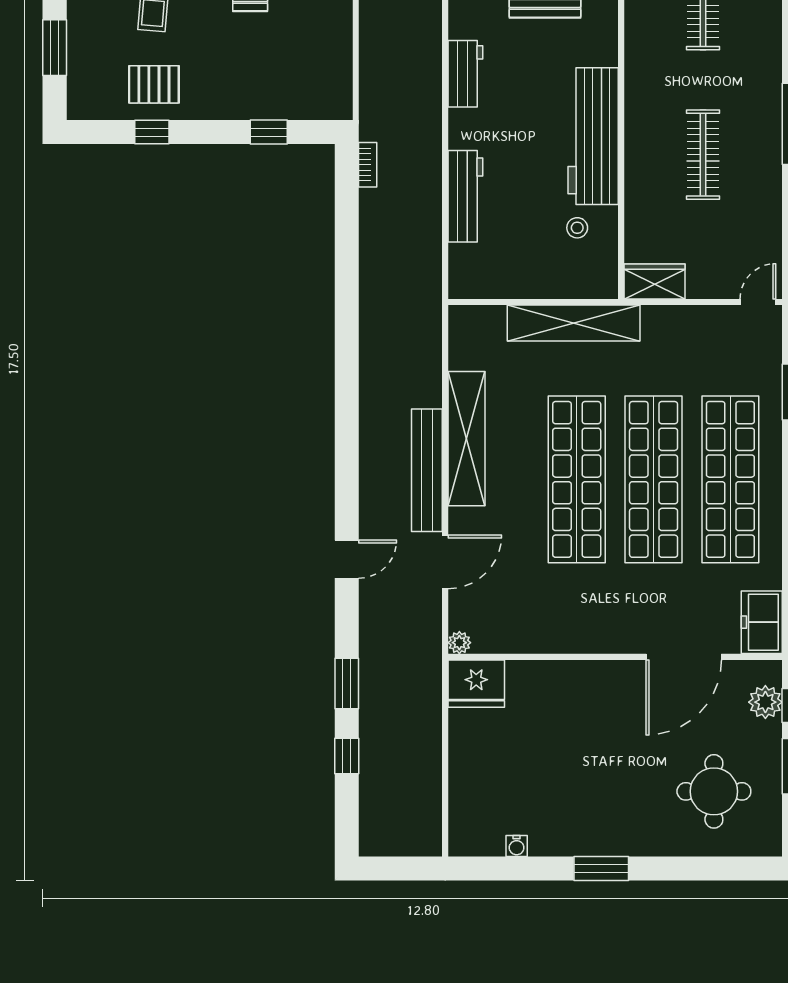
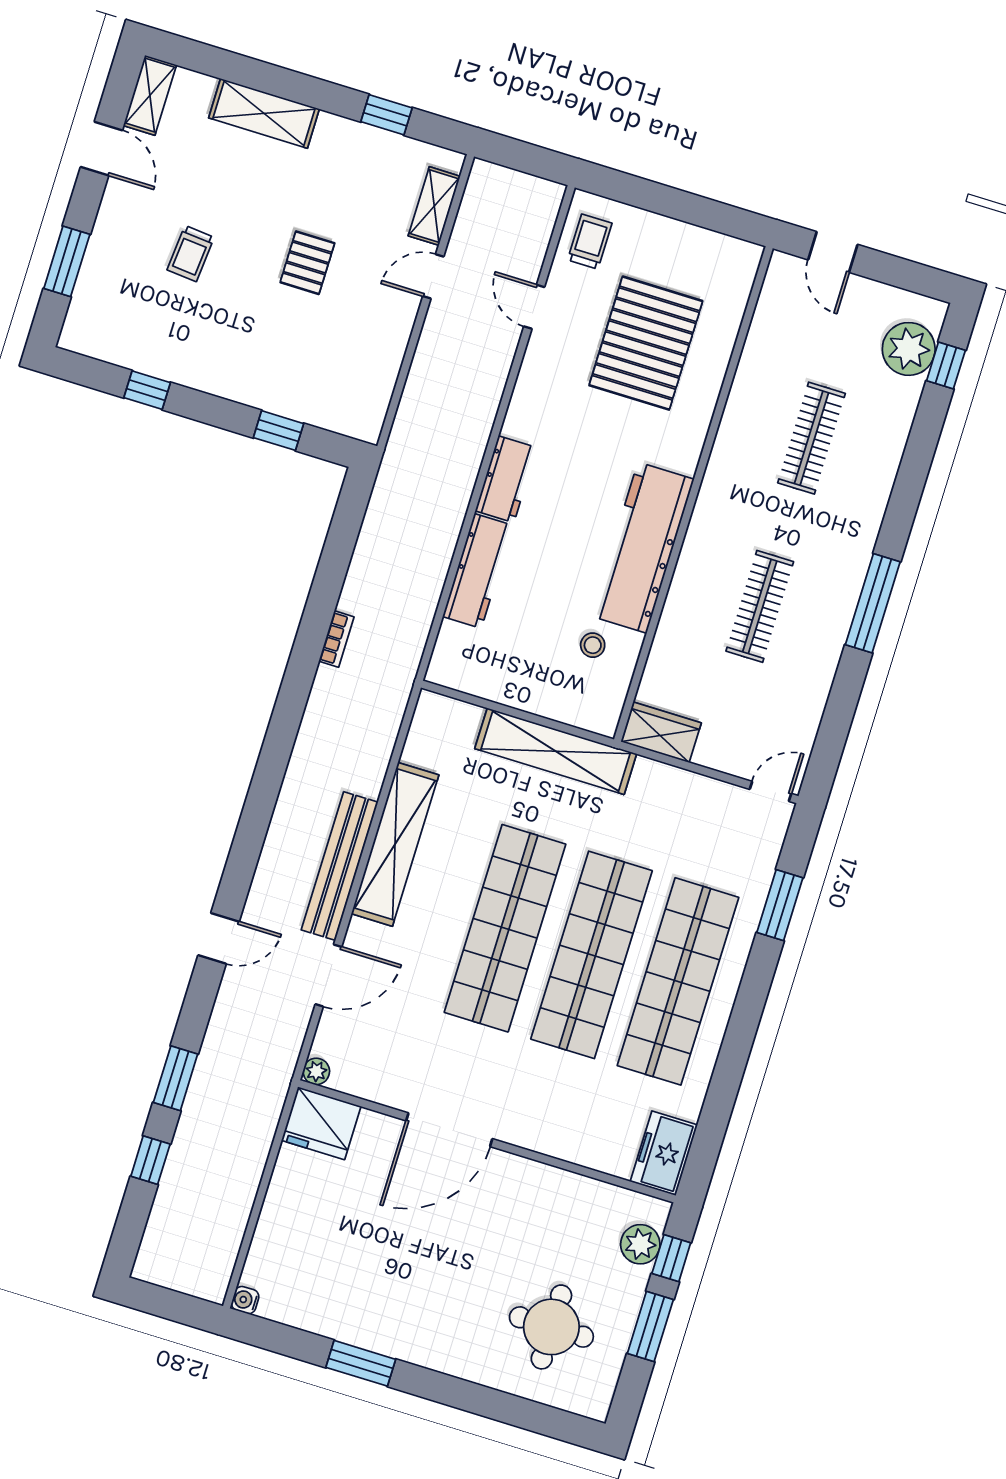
workbench: (465, 74) -> (506, 479), moved
pallet: (154, 84) -> (166, 337), removed
bookcase: (368, 165) -> (336, 639), moved
door: (684, 657) -> (449, 1130), moved
water cooler: (517, 846) -> (245, 1300), moved, turned 90
window: (601, 868) -> (361, 1363), moved

